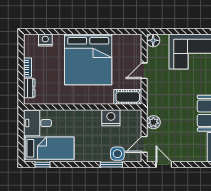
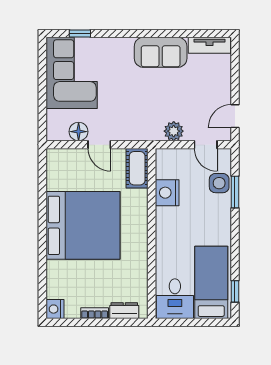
nightstand: (45, 40) -> (55, 309), moved
floor lamp: (153, 40) -> (79, 132), moved

